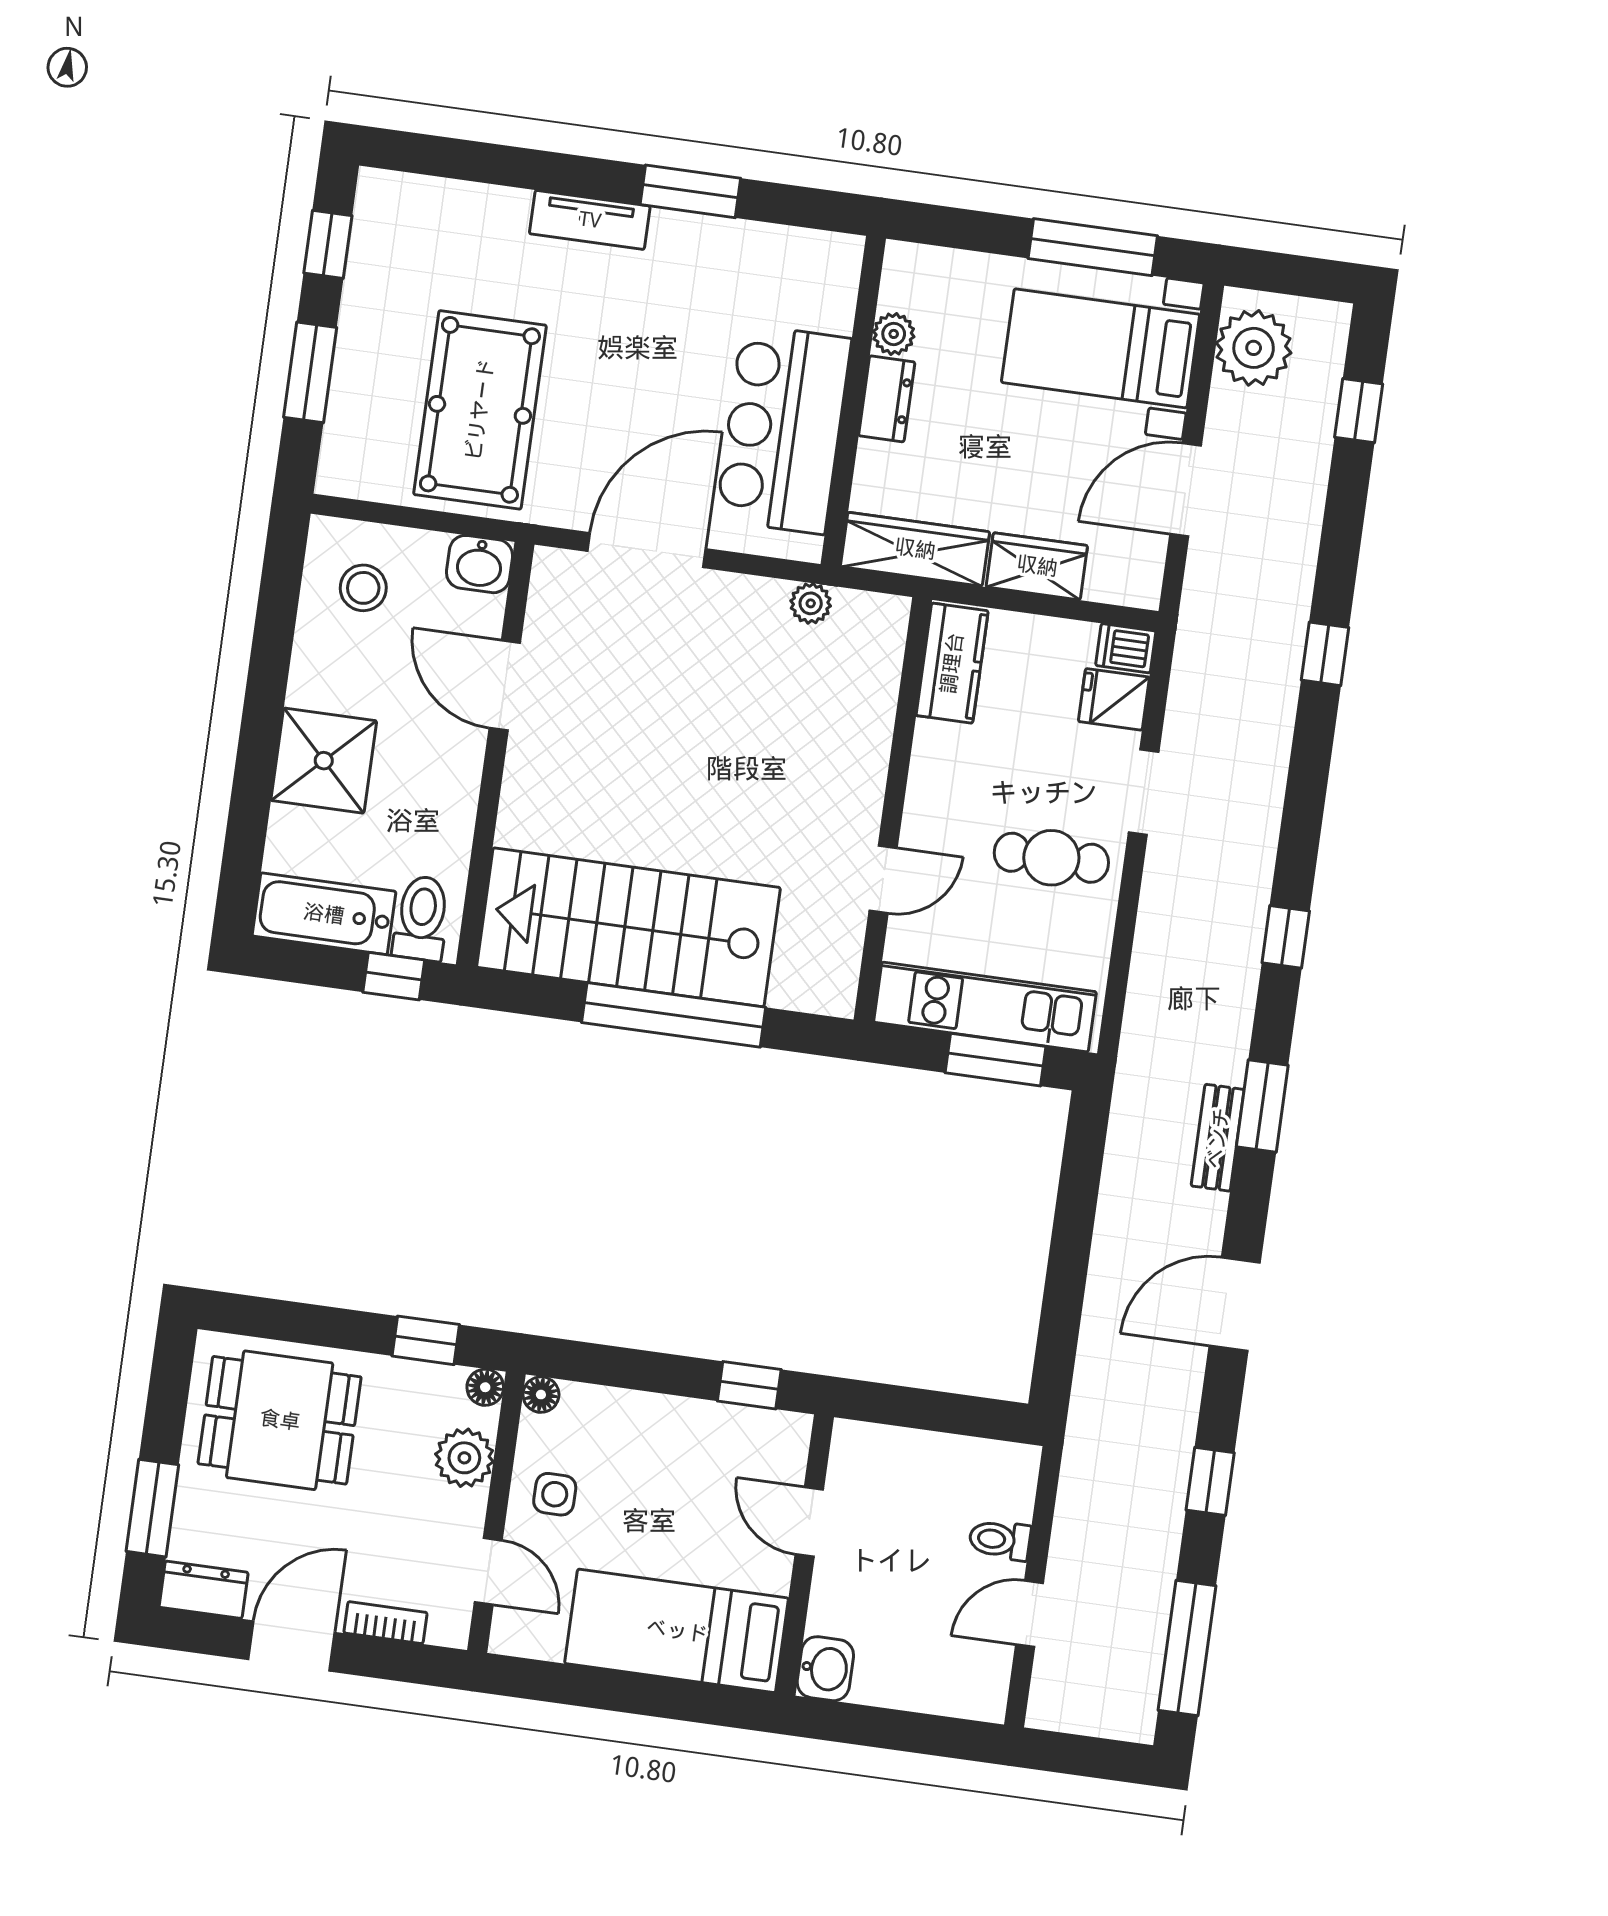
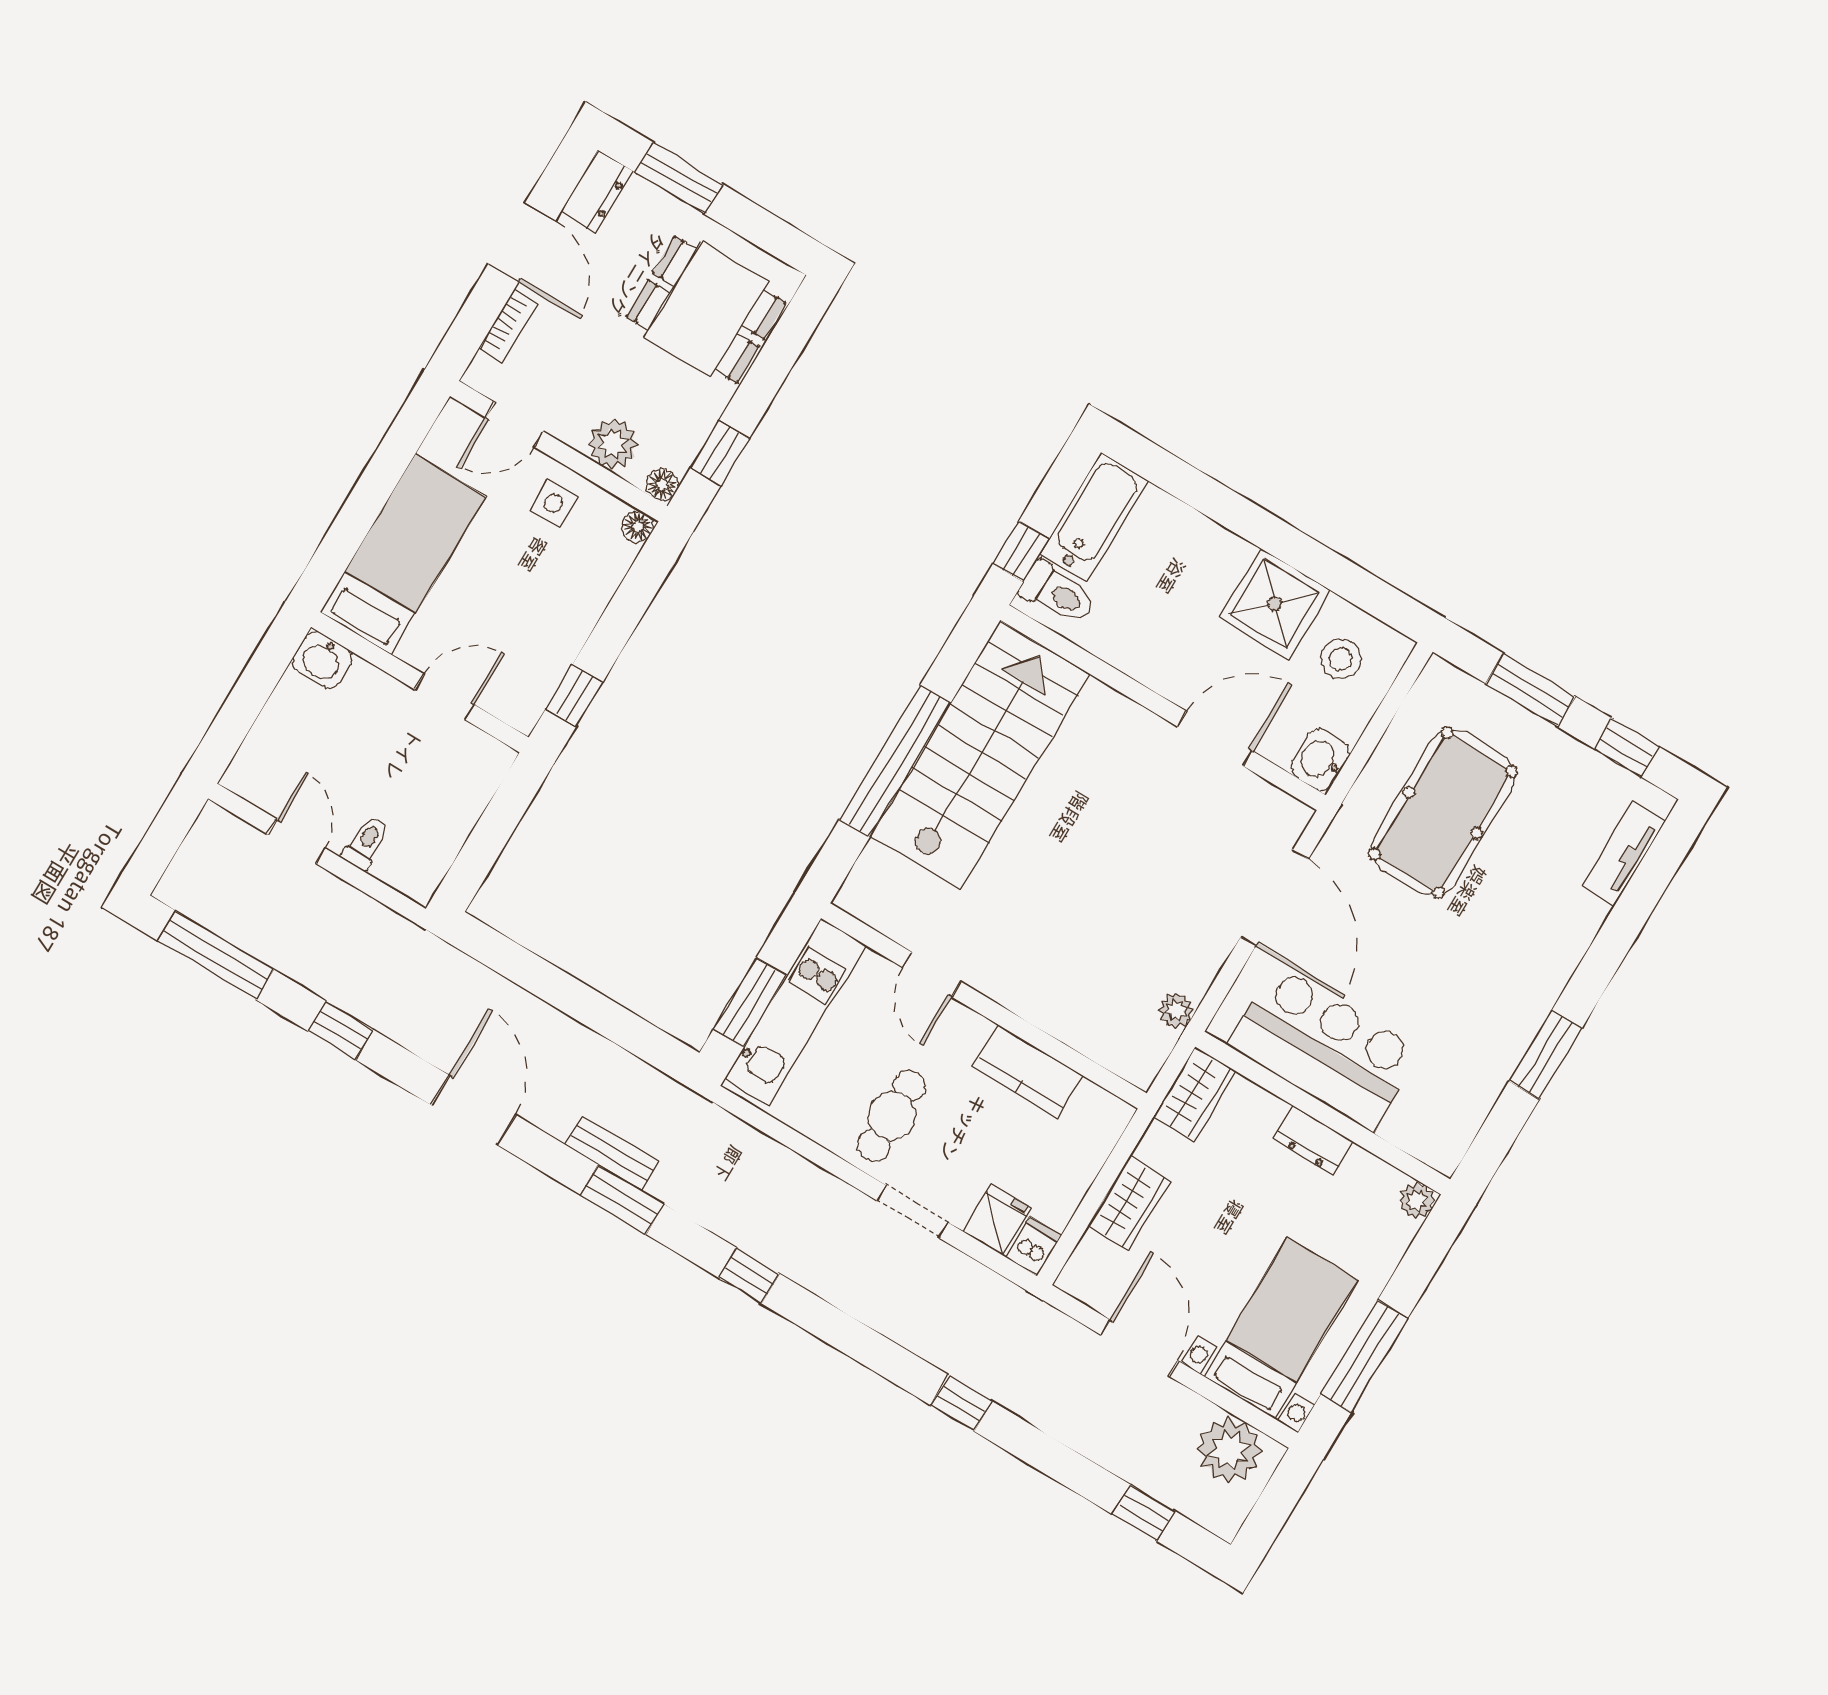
tv unit: (590, 220) -> (1624, 853), moved
plant: (894, 334) -> (1417, 1201), moved
pool table: (480, 410) -> (1443, 813), turned 90
wardrobe: (915, 549) -> (1195, 1094), width x0.67
kitchen counter: (952, 663) -> (1028, 1071), moved
shower: (324, 761) -> (1275, 604), moved
dining table: (280, 1420) -> (706, 310), turned 90

